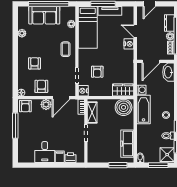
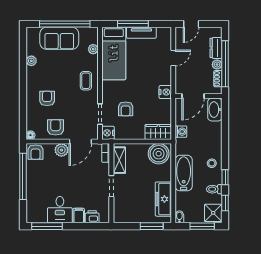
door: (135, 31) -> (173, 58), swing flipped
nightstand: (129, 44) -> (165, 92), moved
bathtub: (143, 110) -> (184, 173), moved
window: (15, 126) -> (23, 176), width x1.46
window: (34, 165) -> (47, 226), added

